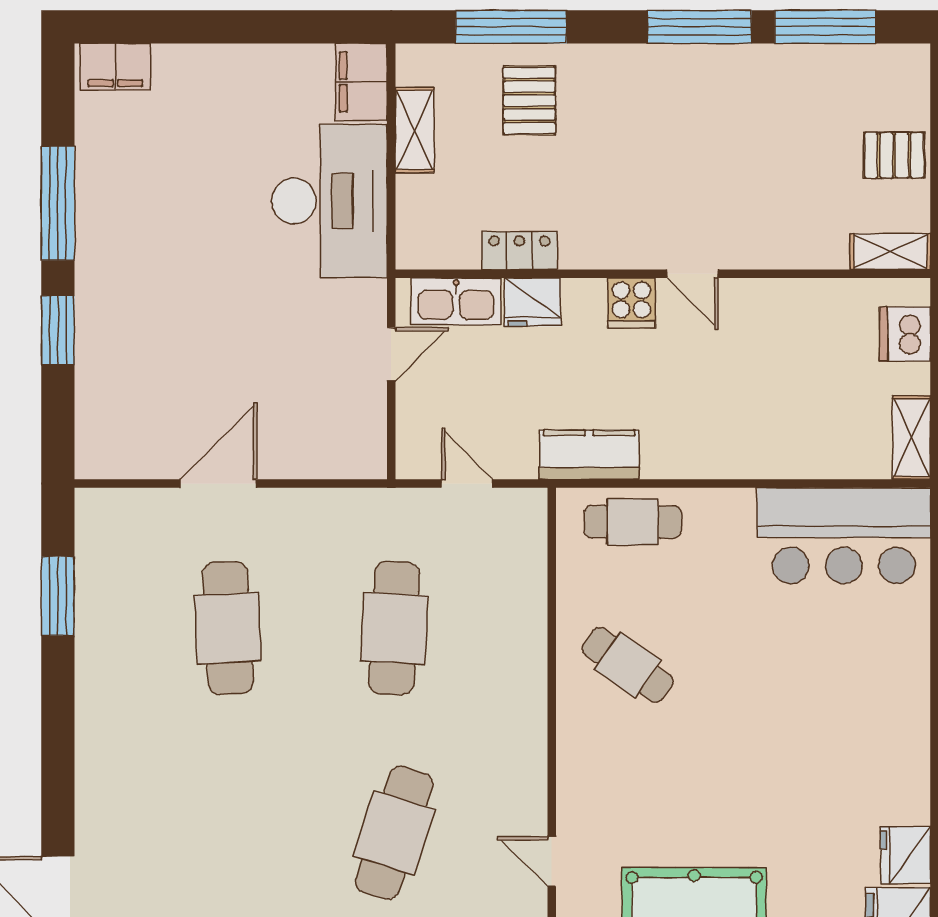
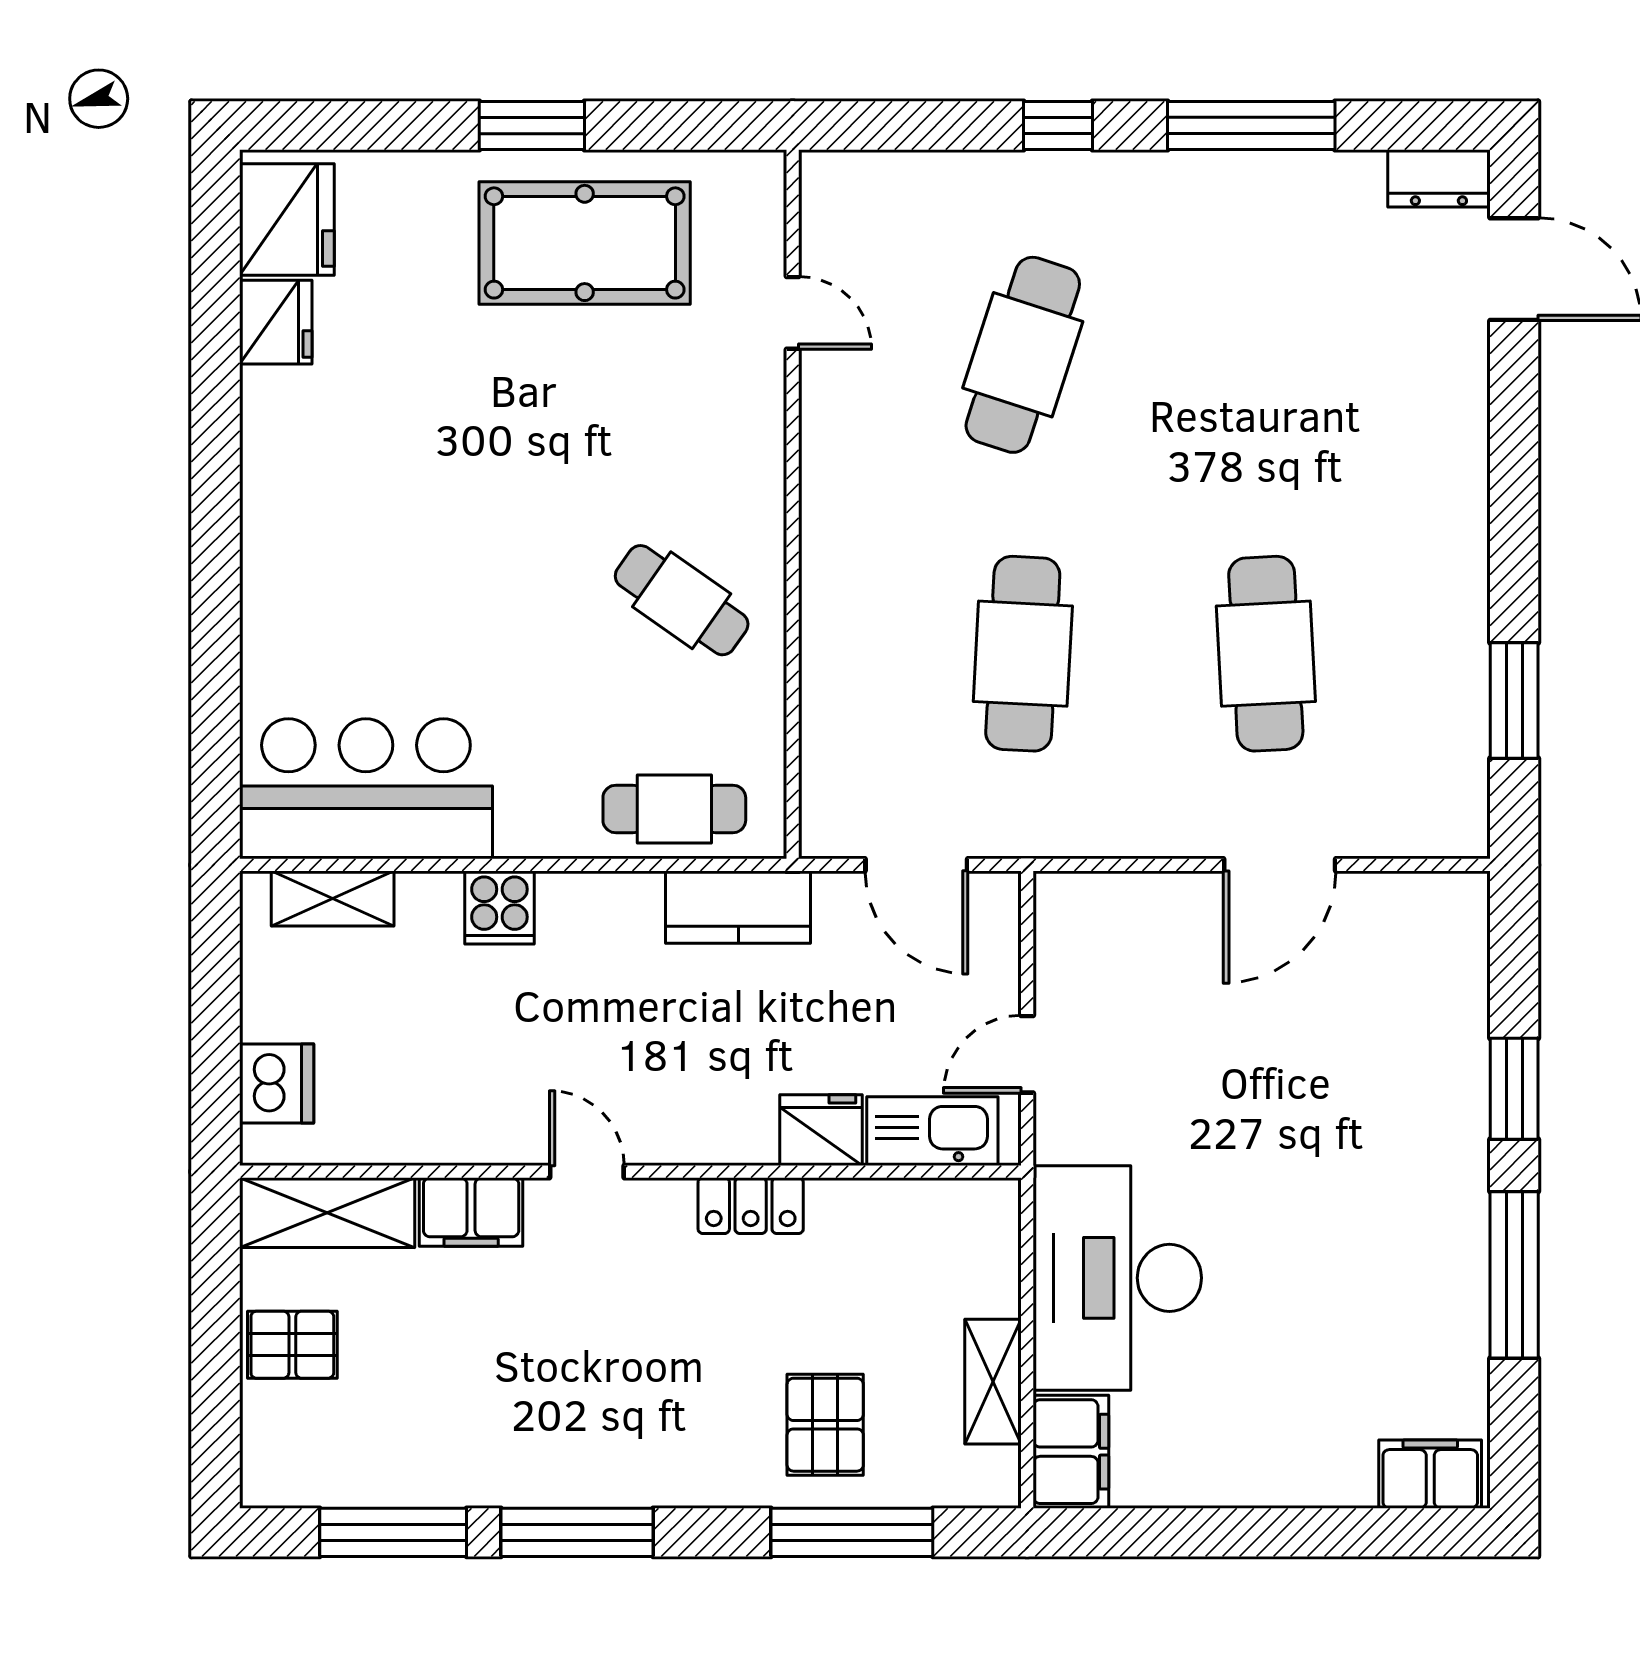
filing cabinet: (772, 246) -> (471, 1212), added
locker: (519, 250) -> (751, 1206), moved
shelving: (890, 252) -> (327, 1213), width x1.50, depth x1.33
cooker: (631, 303) -> (499, 908), moved, turned 180
shelving: (911, 438) -> (333, 899), moved, turned 90
door: (467, 484) -> (916, 865), width x1.38

